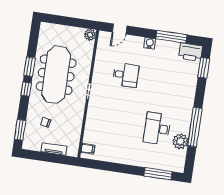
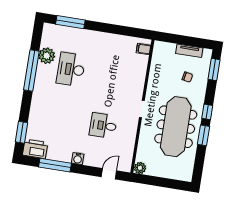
desk: (157, 129) -> (71, 69), turned 180
tv unit: (54, 149) -> (189, 51), moved

